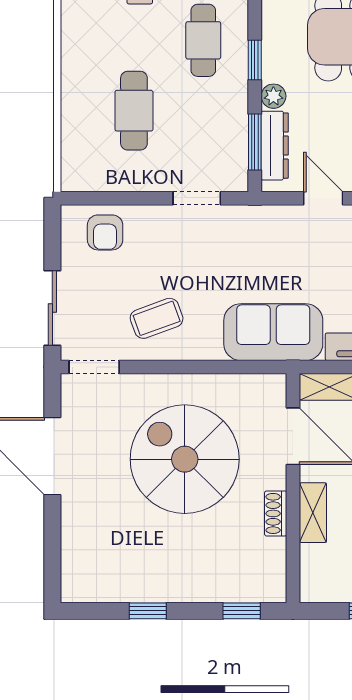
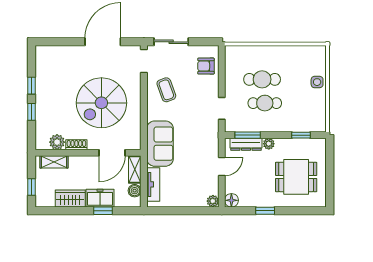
cafe table: (203, 40) -> (265, 103), moved
window: (255, 60) -> (301, 135), moved
spiral stairs: (185, 459) -> (101, 103), turned 180
shelving: (313, 513) -> (54, 162), moved
plant: (270, 556) -> (57, 142), added
window: (242, 611) -> (31, 112), moved

